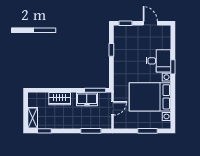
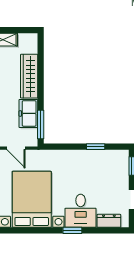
dresser: (166, 40) -> (109, 221), added
wardrobe: (60, 99) -> (29, 76), width x1.50

